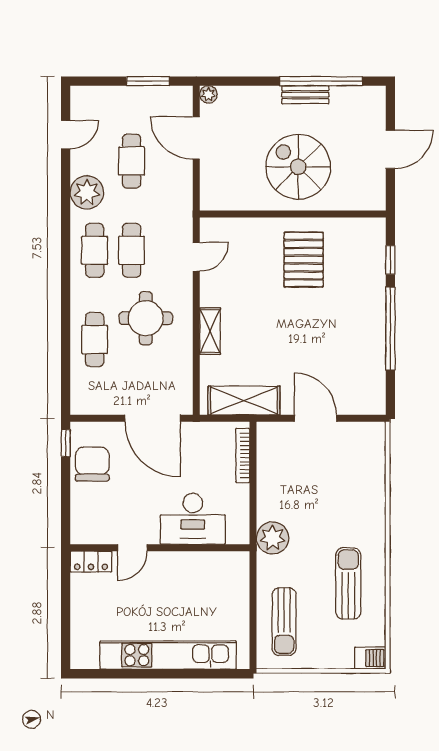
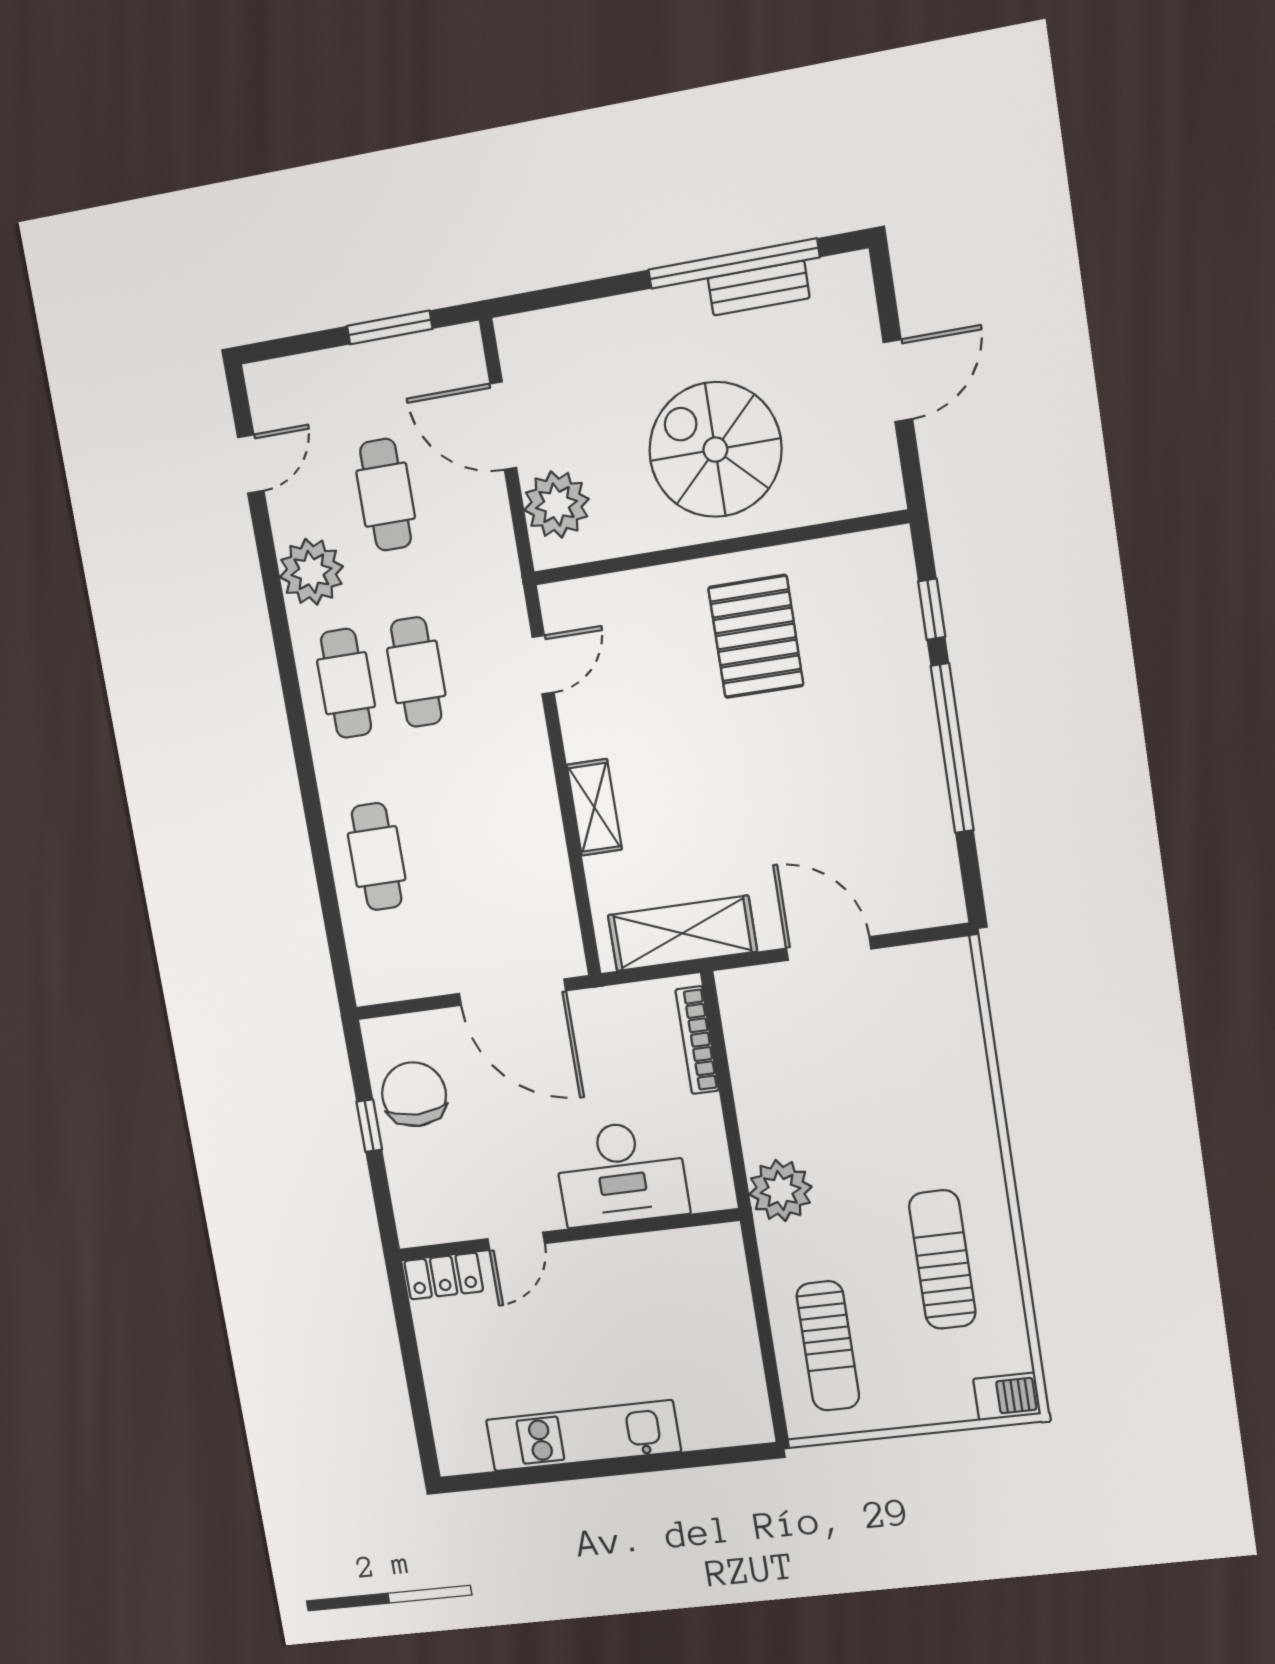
plant: (208, 94) -> (556, 504), moved, width x1.88, depth x1.88
bench: (305, 95) -> (759, 288), moved
round table: (146, 318) -> (466, 801), removed
window: (66, 443) -> (369, 1126), moved
kitchen unit: (168, 655) -> (583, 1436), width x0.73

